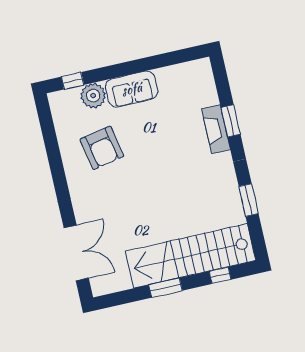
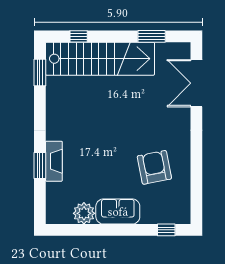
plant: (93, 96) -> (84, 213), moved
window: (249, 200) -> (40, 72), moved
window: (166, 288) -> (152, 36), moved

